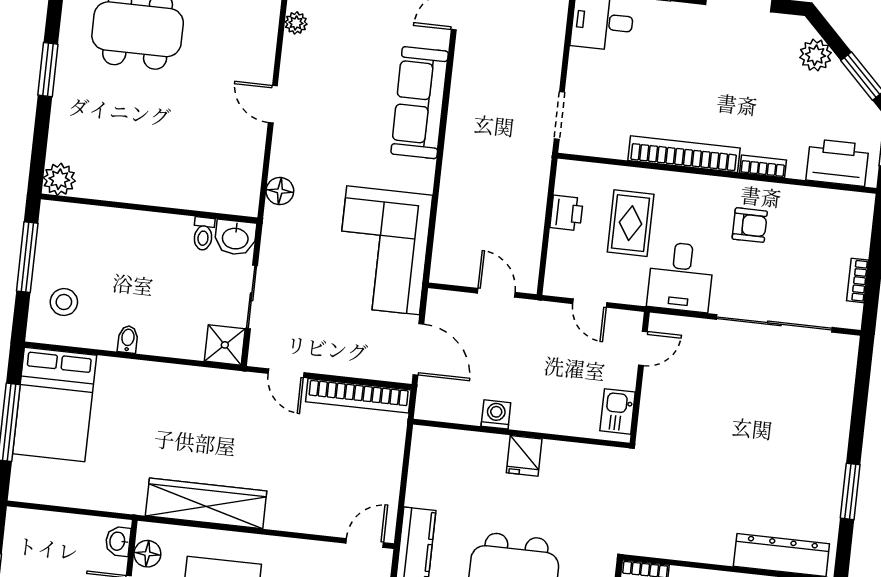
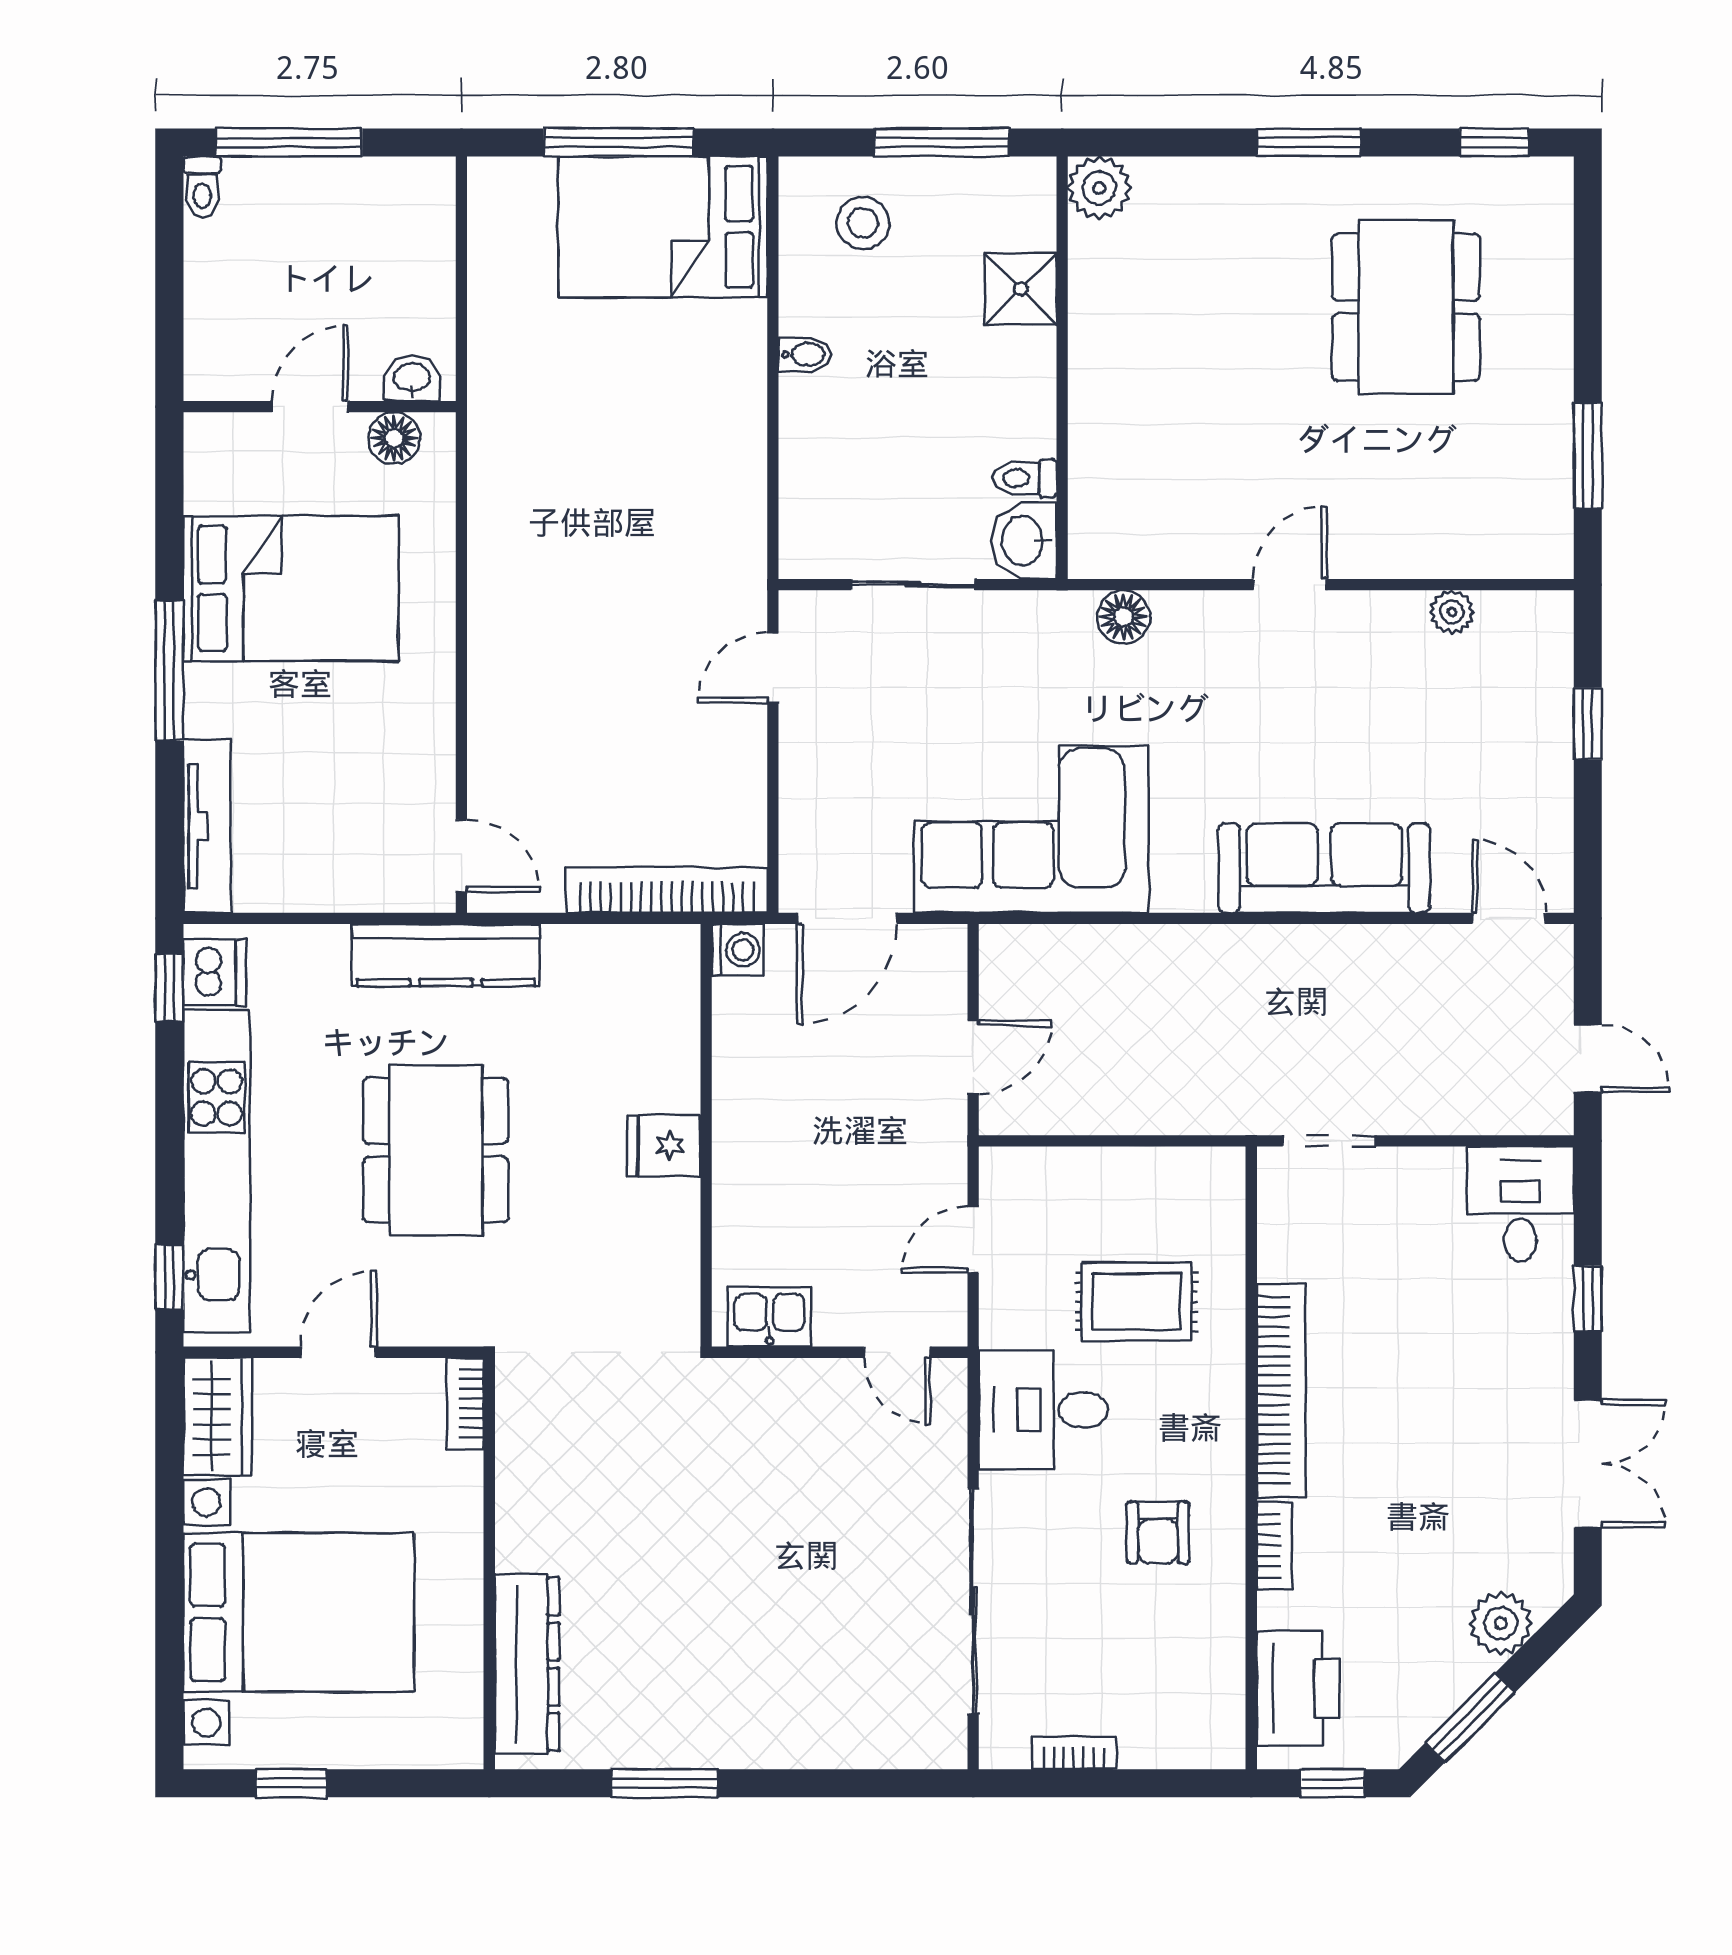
printer: (567, 213) -> (1142, 1176), removed
shower: (225, 345) -> (1021, 289), moved
bookcase: (358, 396) -> (667, 890), moved, turned 90
washing machine: (496, 414) -> (738, 950), moved
wardrobe: (206, 503) -> (504, 541), removed

